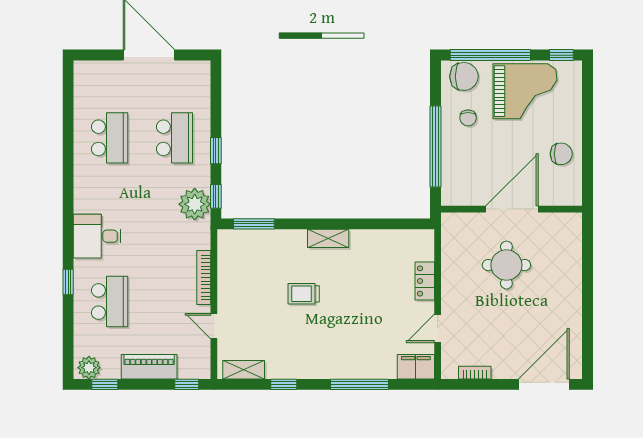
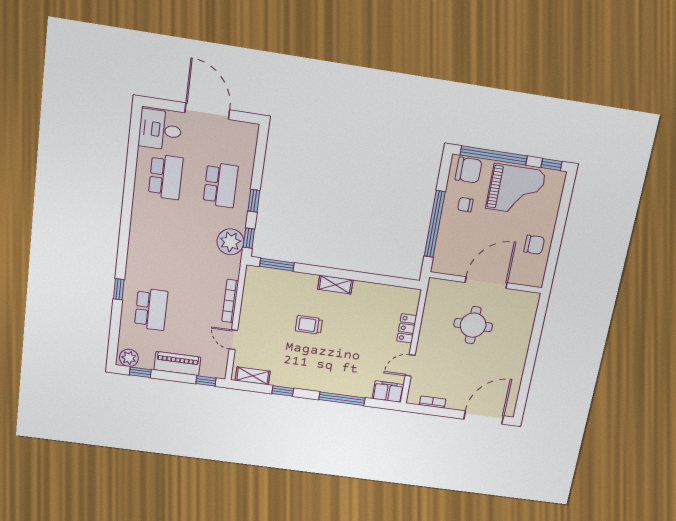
chair: (468, 118) -> (465, 205), turned 90
desk: (97, 236) -> (160, 130), moved

